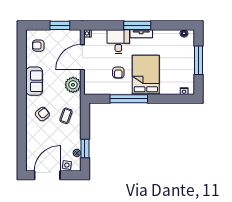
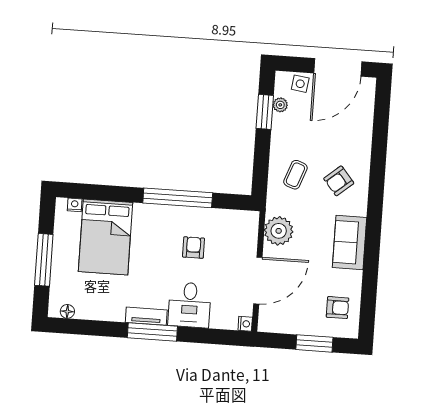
window: (60, 25) -> (314, 343), moved
bed: (146, 75) -> (105, 237), moved

